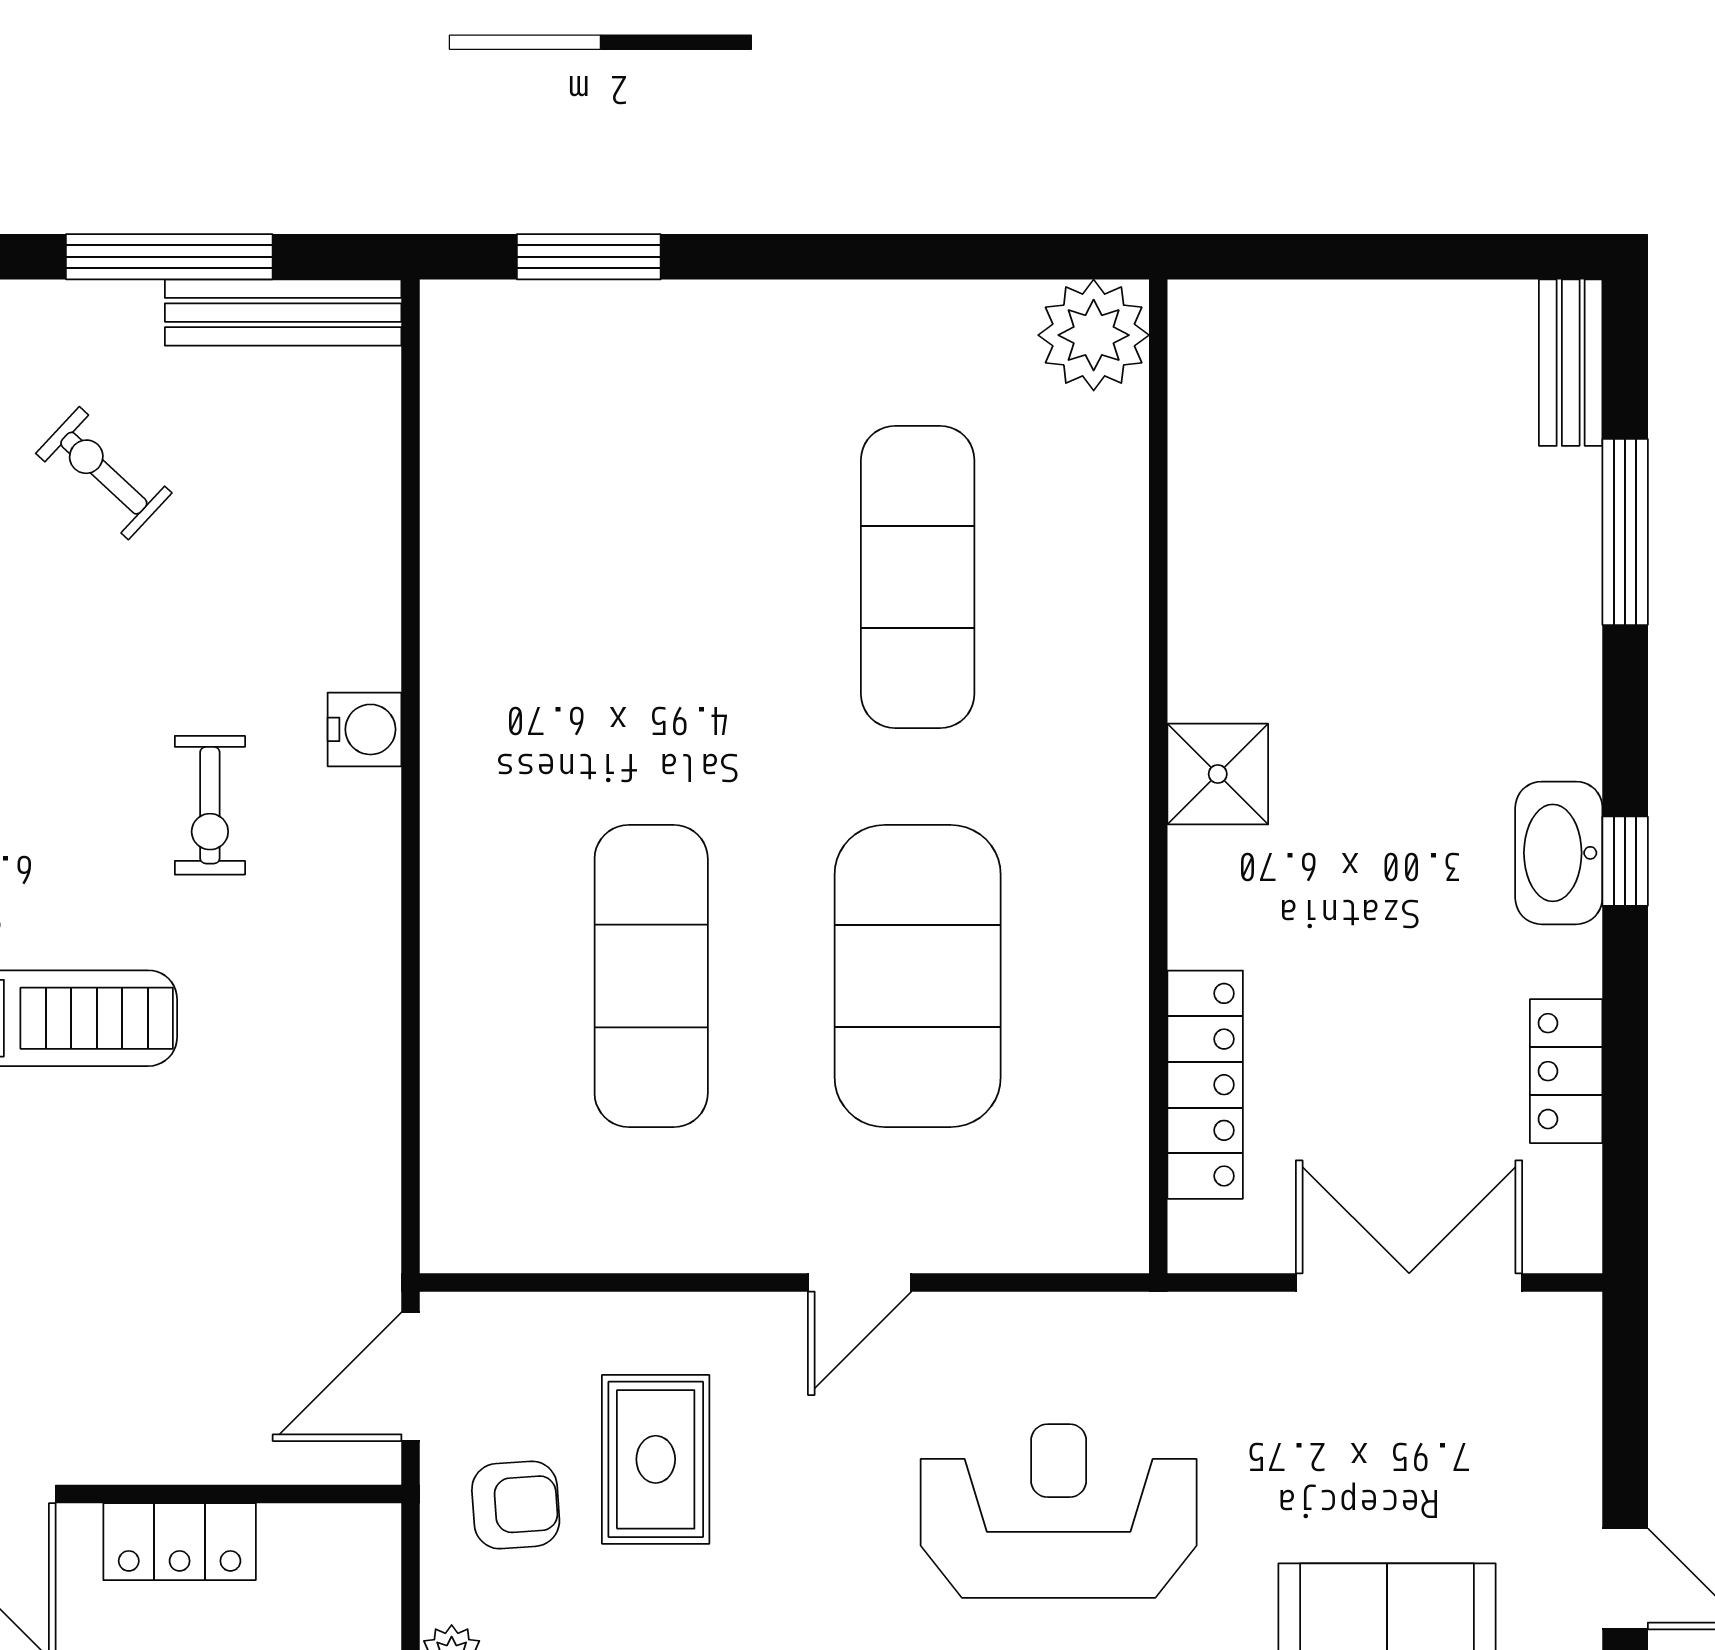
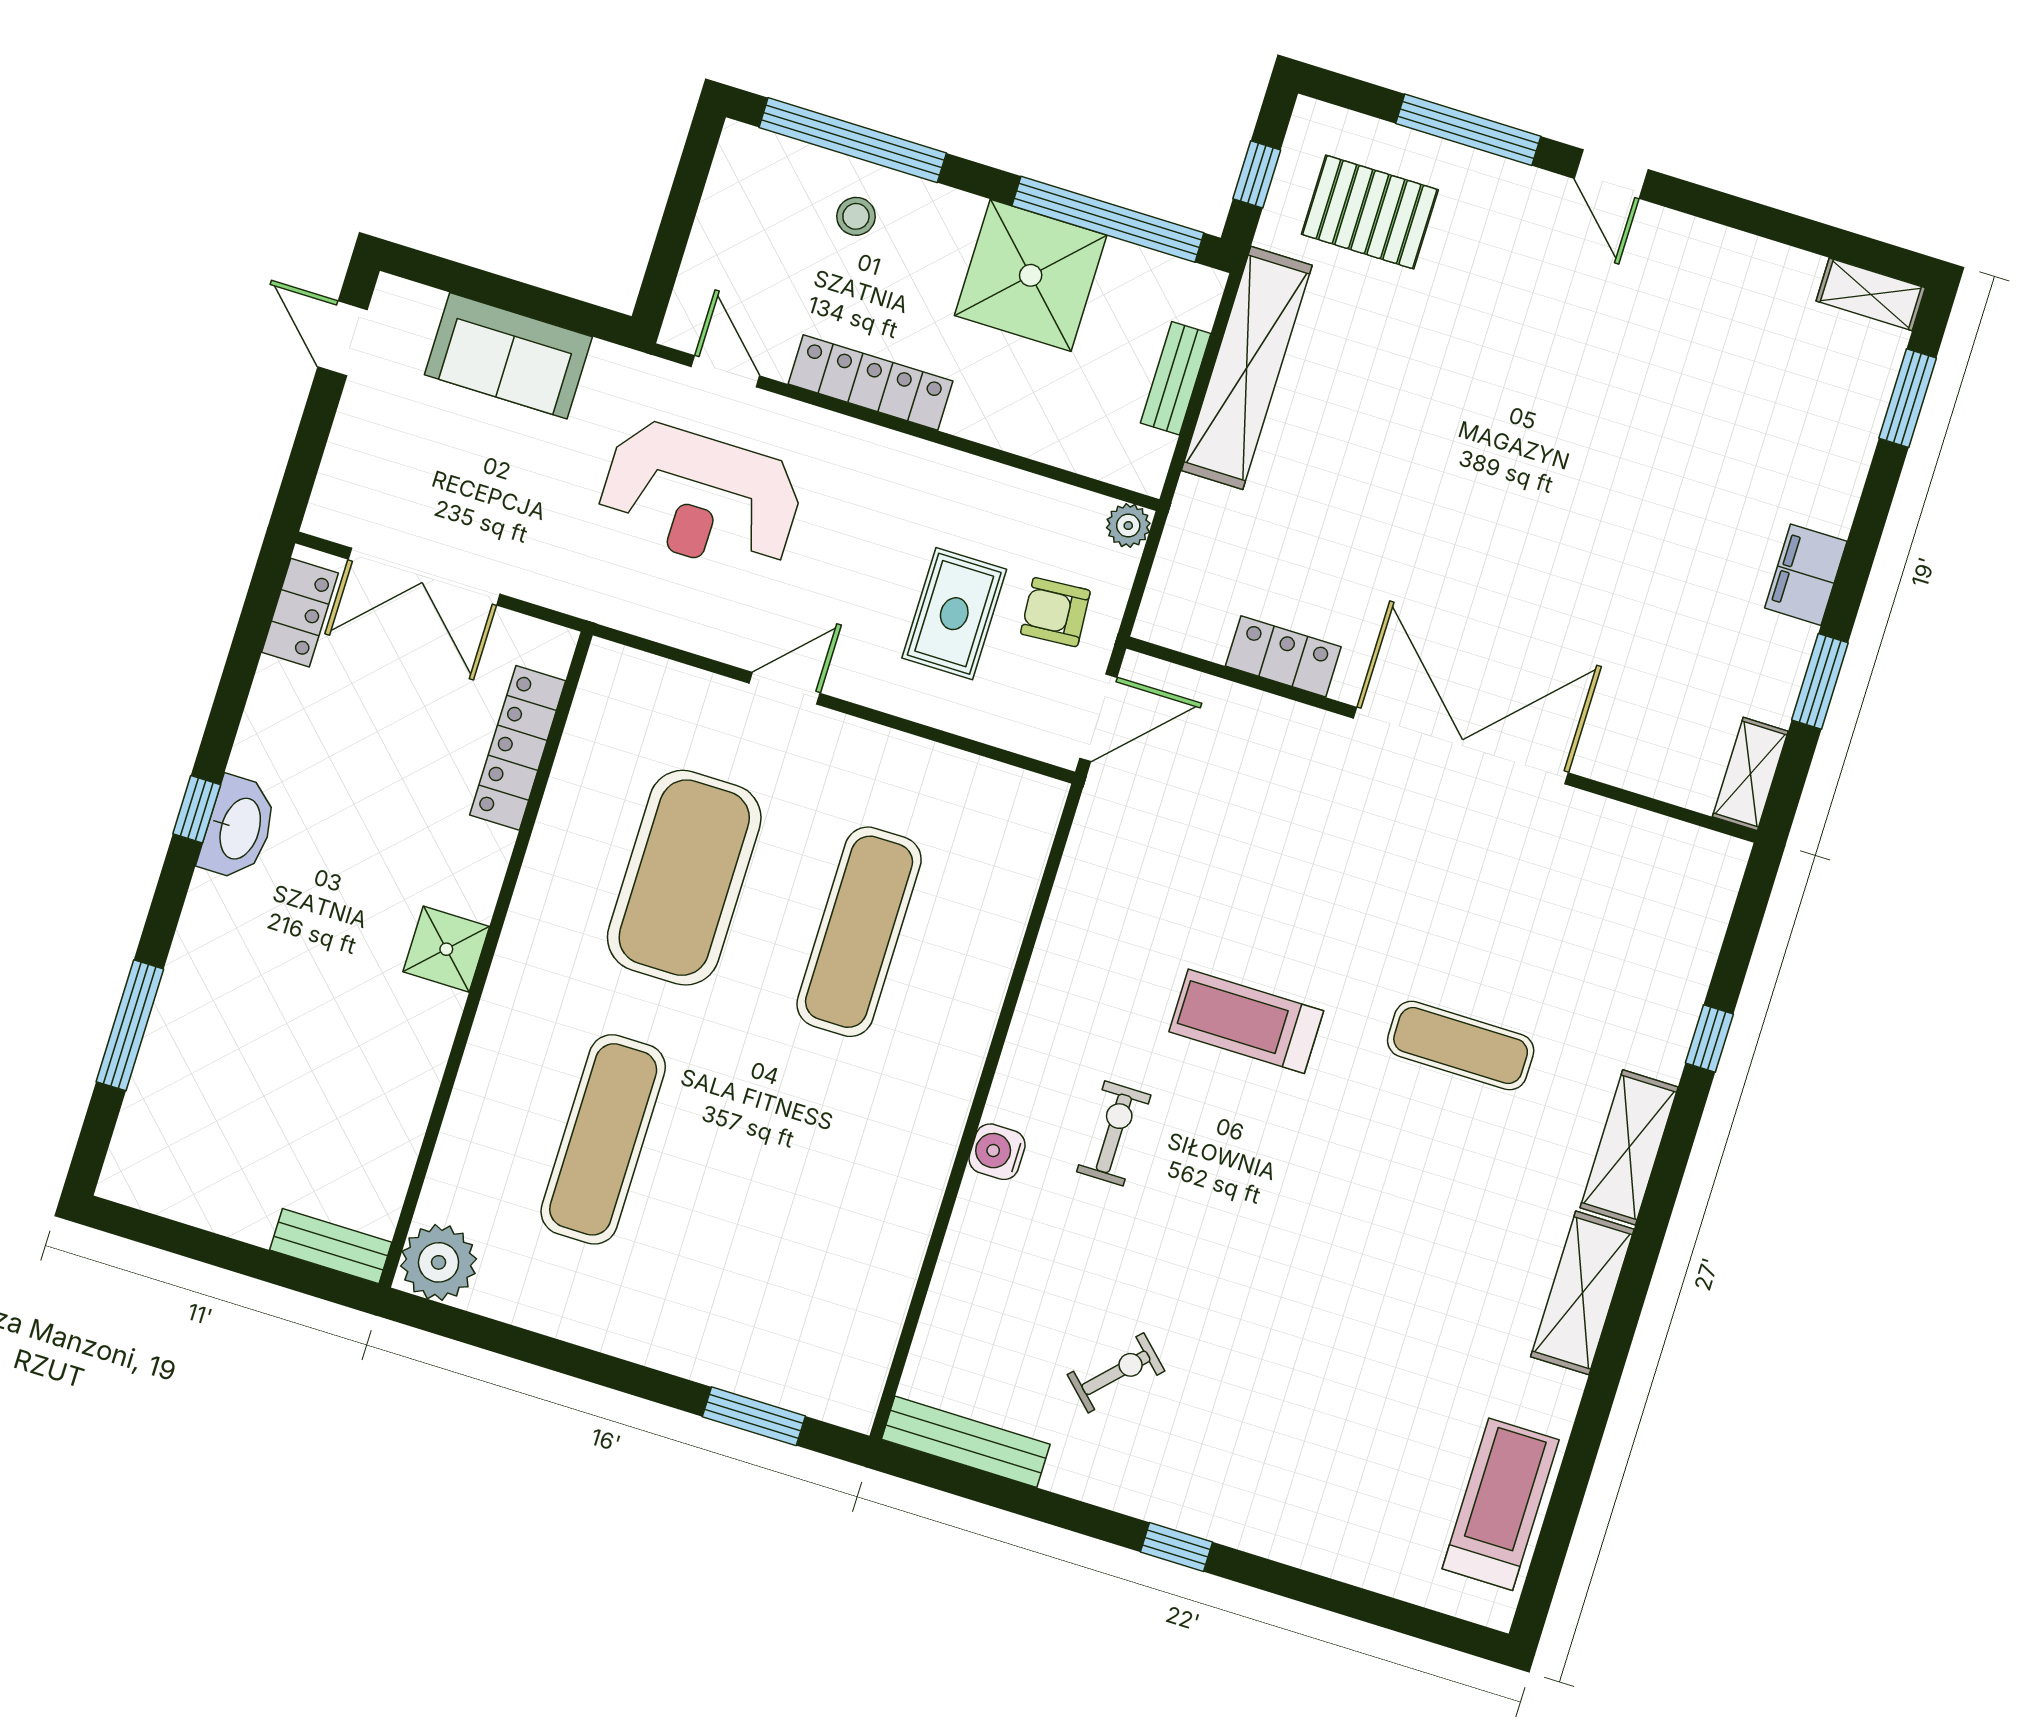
window: (169, 257) -> (1029, 1501), removed
bench: (1571, 363) -> (331, 1246), moved, turned 90
exercise bike: (104, 473) -> (1116, 1373), turned -89
locker: (1566, 1071) -> (300, 613), moved

